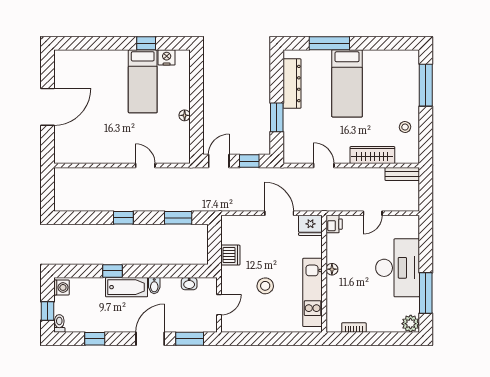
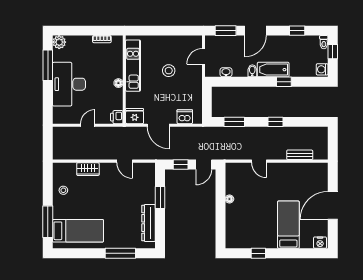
nightstand: (167, 57) -> (320, 243), moved
bed: (143, 81) -> (288, 225), moved
bed: (347, 83) -> (78, 231), moved, turned 90
wardrobe: (372, 155) -> (88, 169), width x0.67
bench: (402, 174) -> (300, 155), moved
dishwasher: (230, 255) -> (185, 117), moved, turned 90

